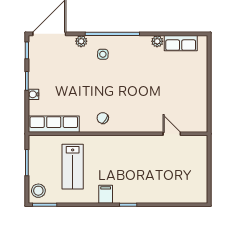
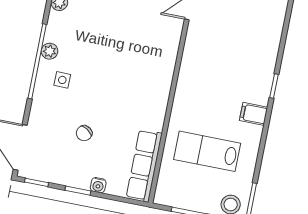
plant: (81, 41) -> (50, 51), moved
chair: (103, 118) -> (84, 133), moved
lab bench: (73, 167) -> (207, 151), turned 180

